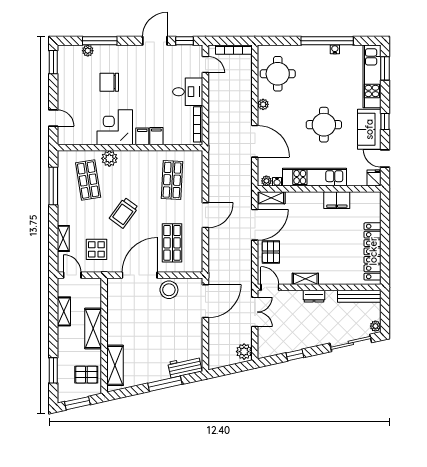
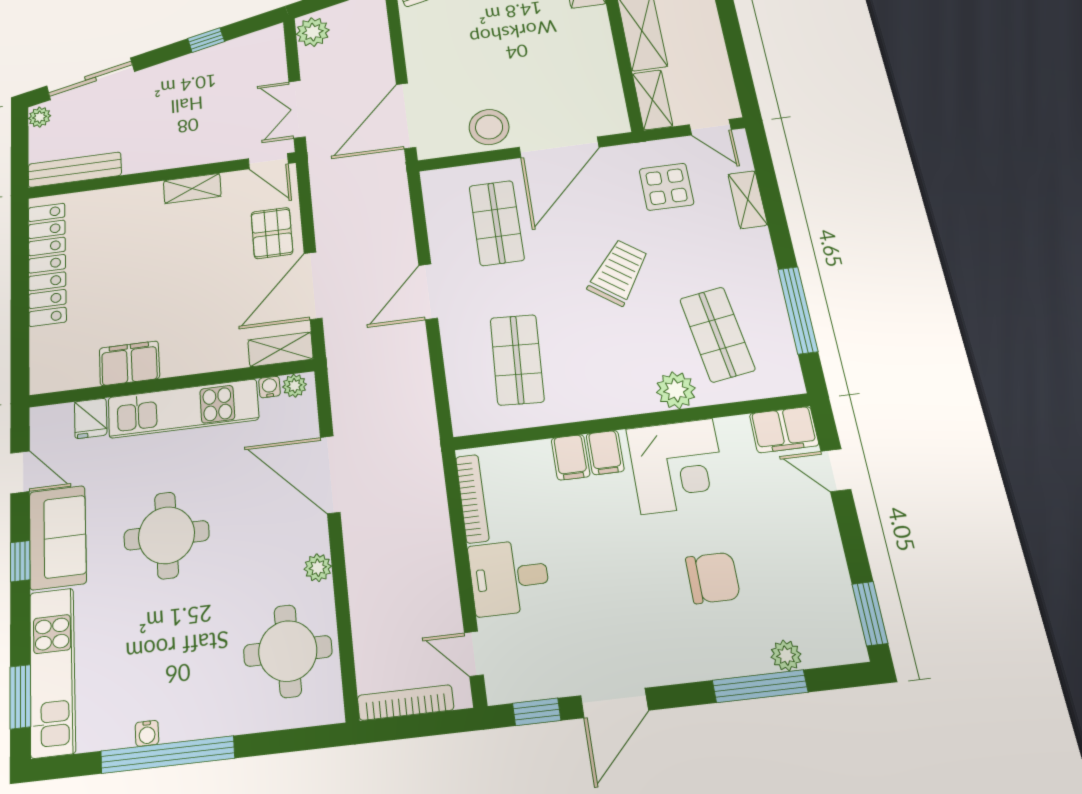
filing cabinet: (70, 137) -> (784, 430), added
fridge: (374, 178) -> (91, 418), moved
dresser: (314, 296) -> (172, 157), removed
shelving: (64, 311) -> (652, 100), moved

